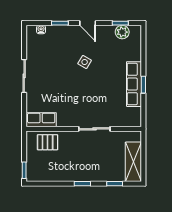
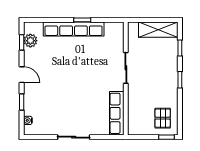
door: (88, 23) -> (22, 75), hinge flipped
side table: (85, 62) -> (60, 78), removed
row of seats: (134, 84) -> (74, 29), width x1.36
row of seats: (41, 120) -> (117, 113), width x1.48
pallet: (48, 142) -> (163, 118), moved

